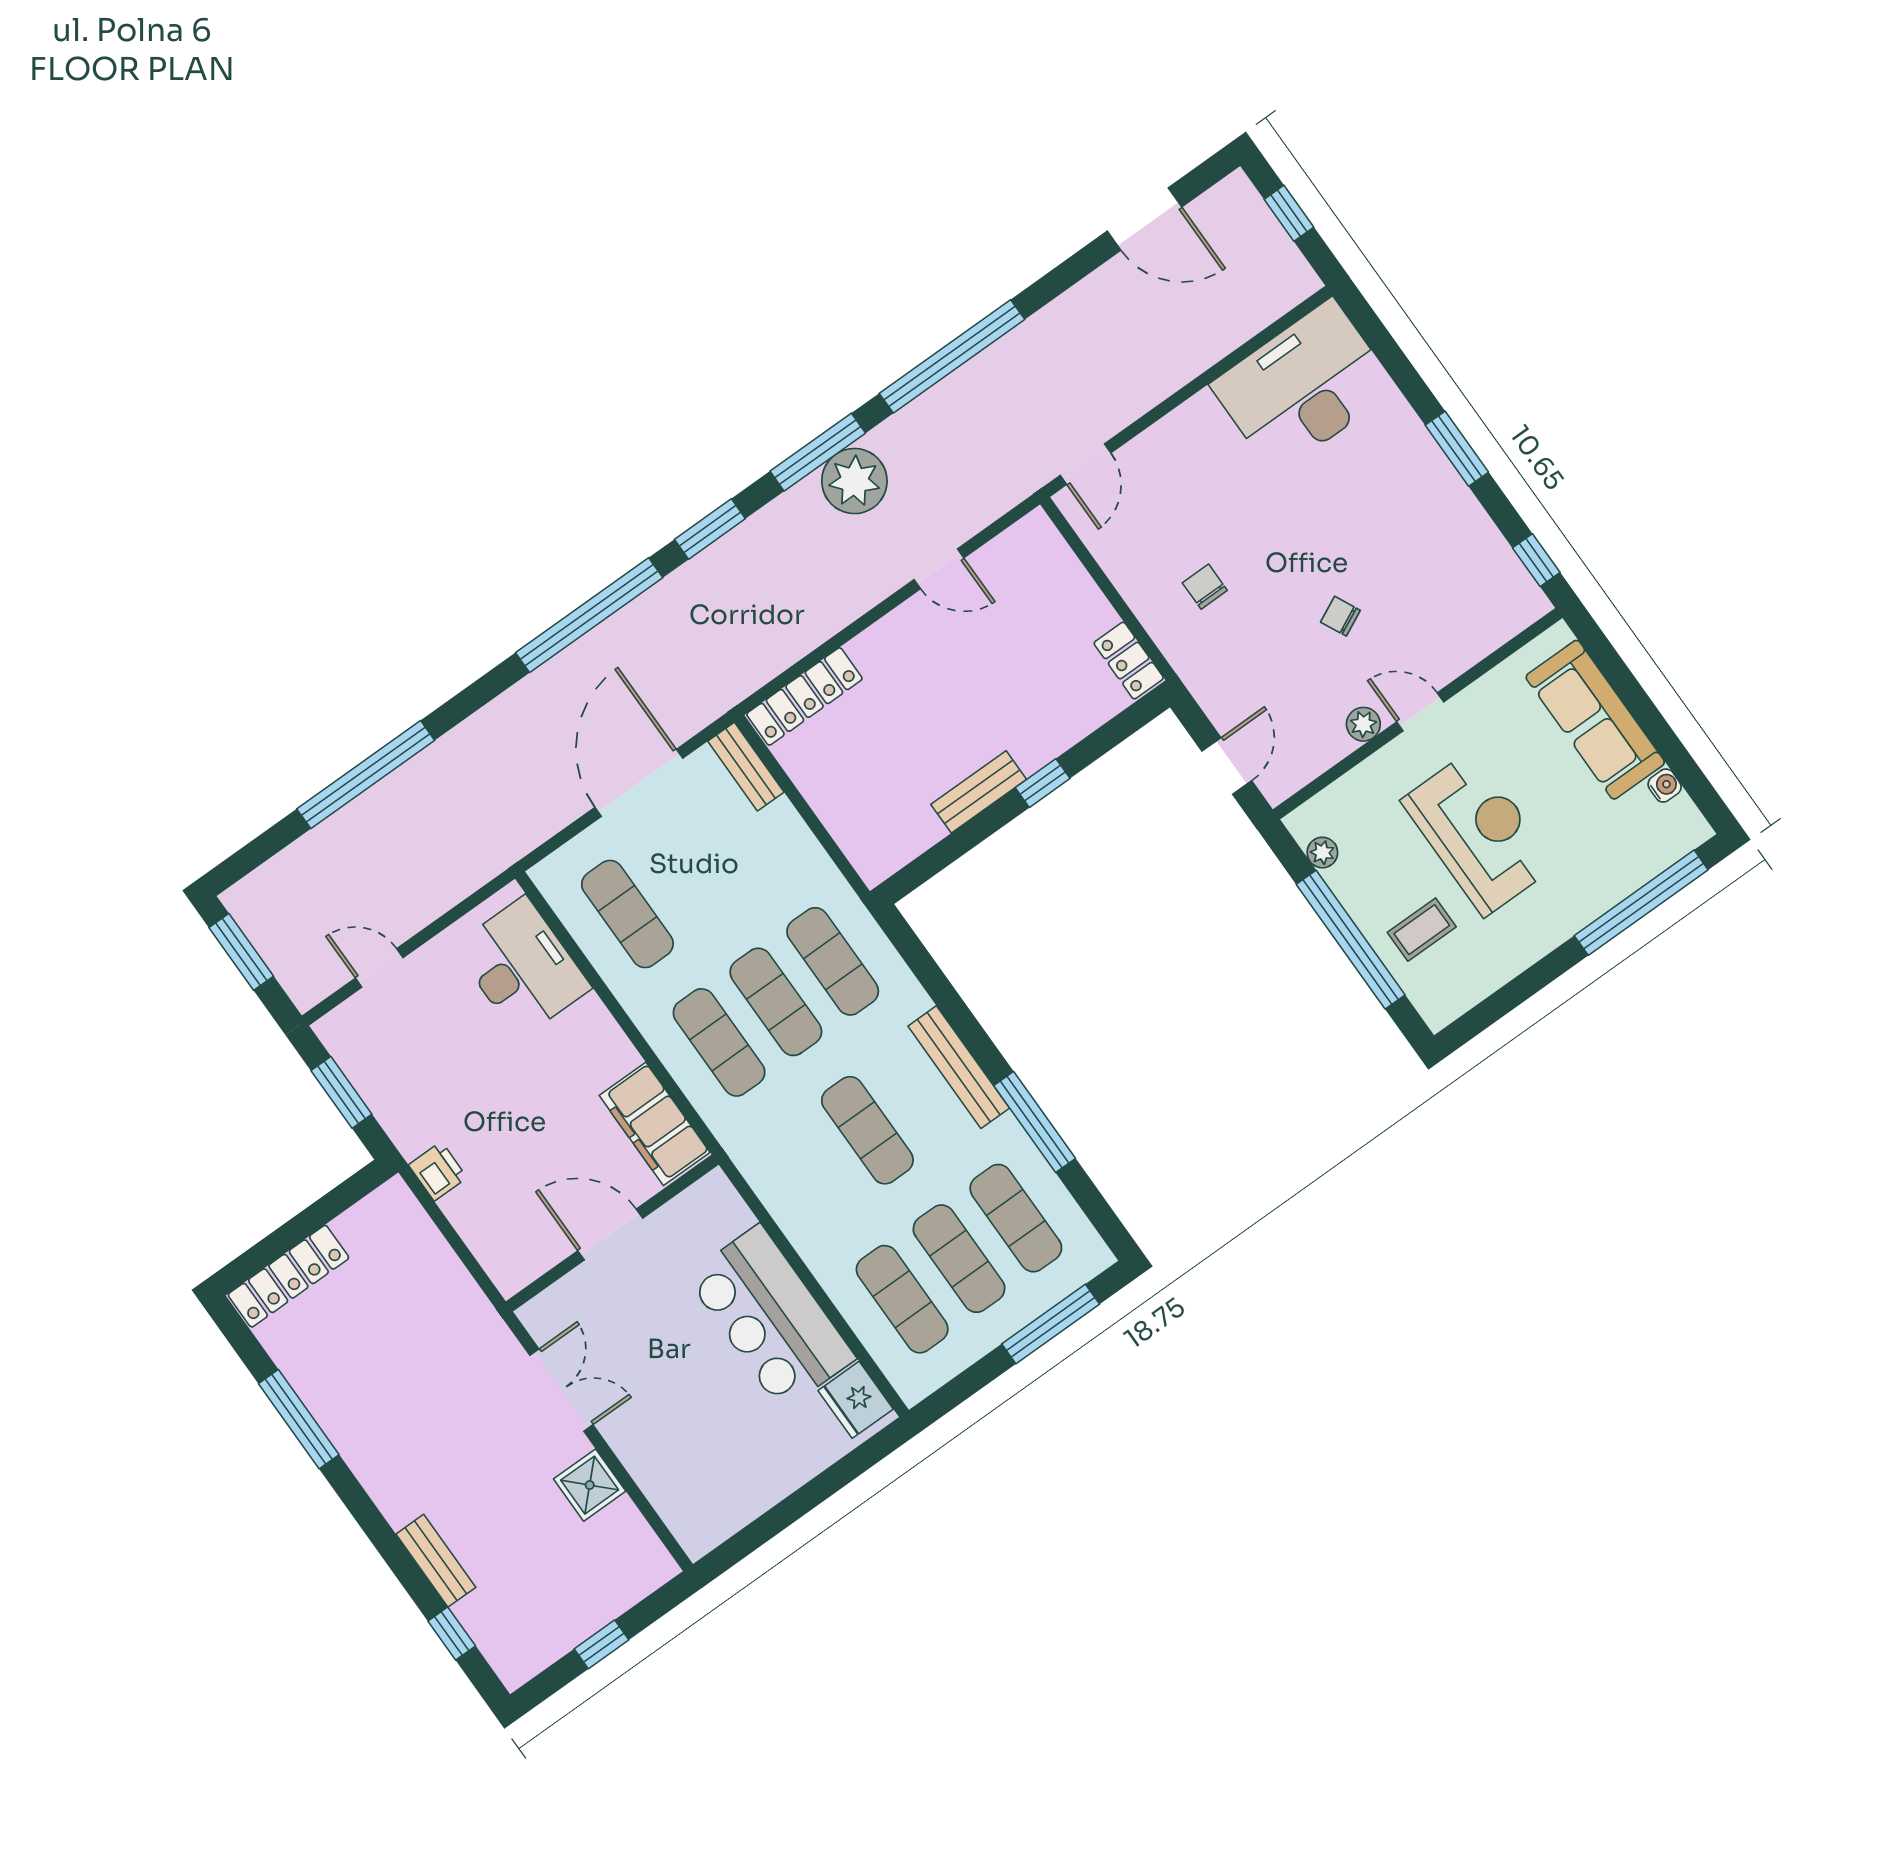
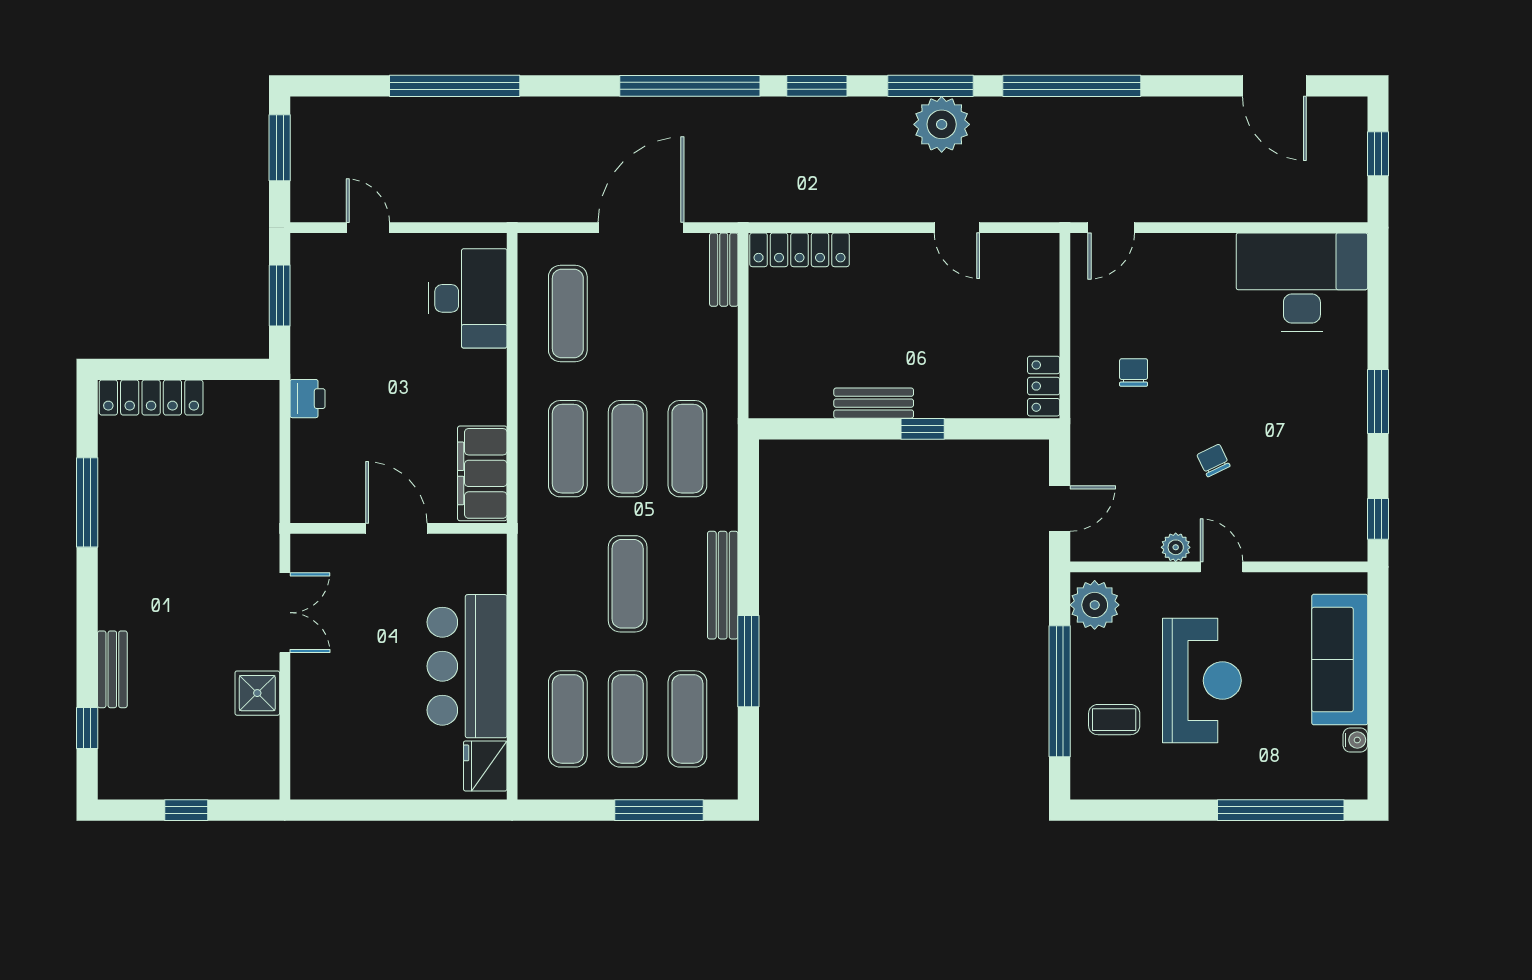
plant: (1322, 853) -> (1095, 605), width x1.87, depth x1.87

